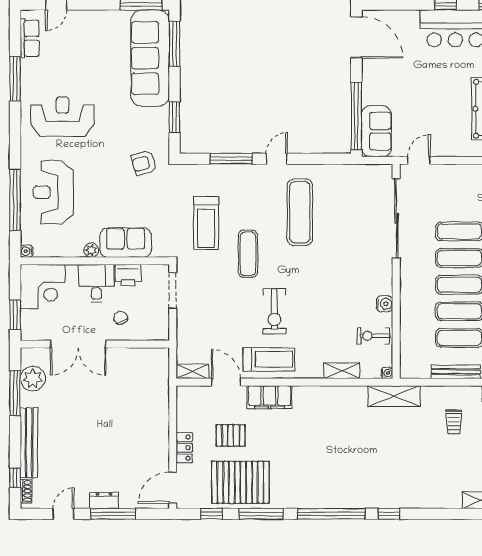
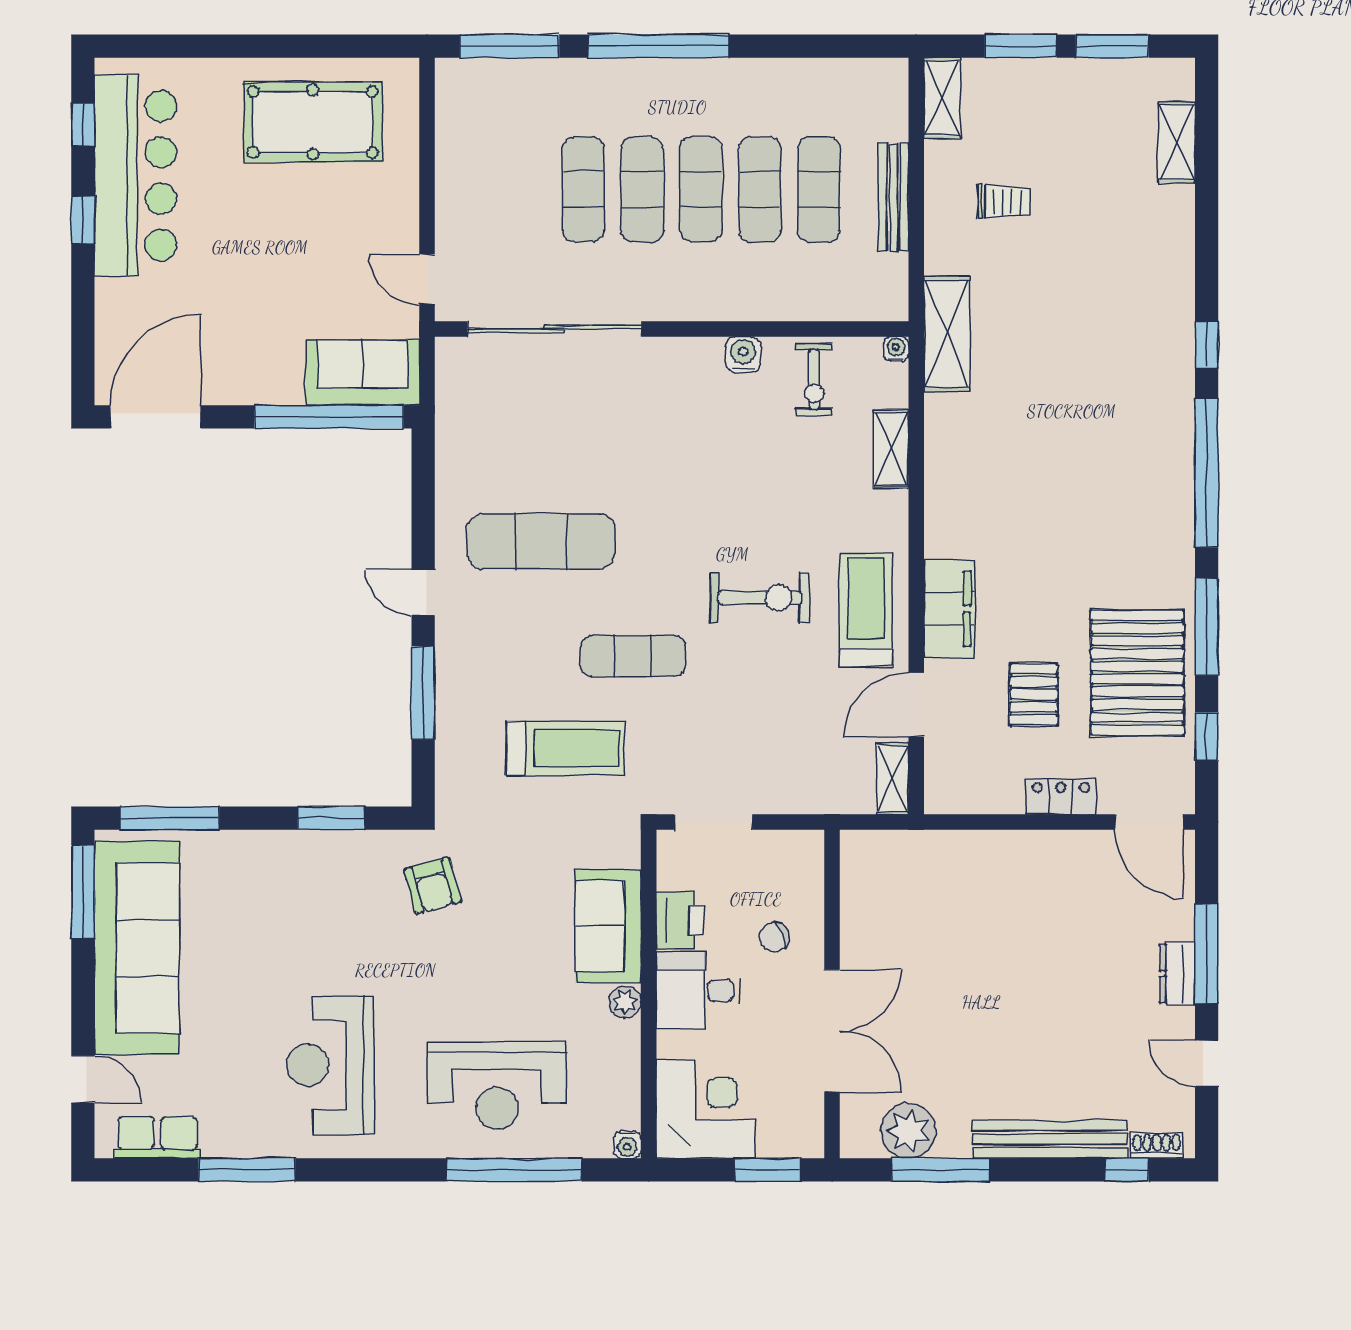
sofa: (150, 58) -> (137, 948), moved, turned -90

